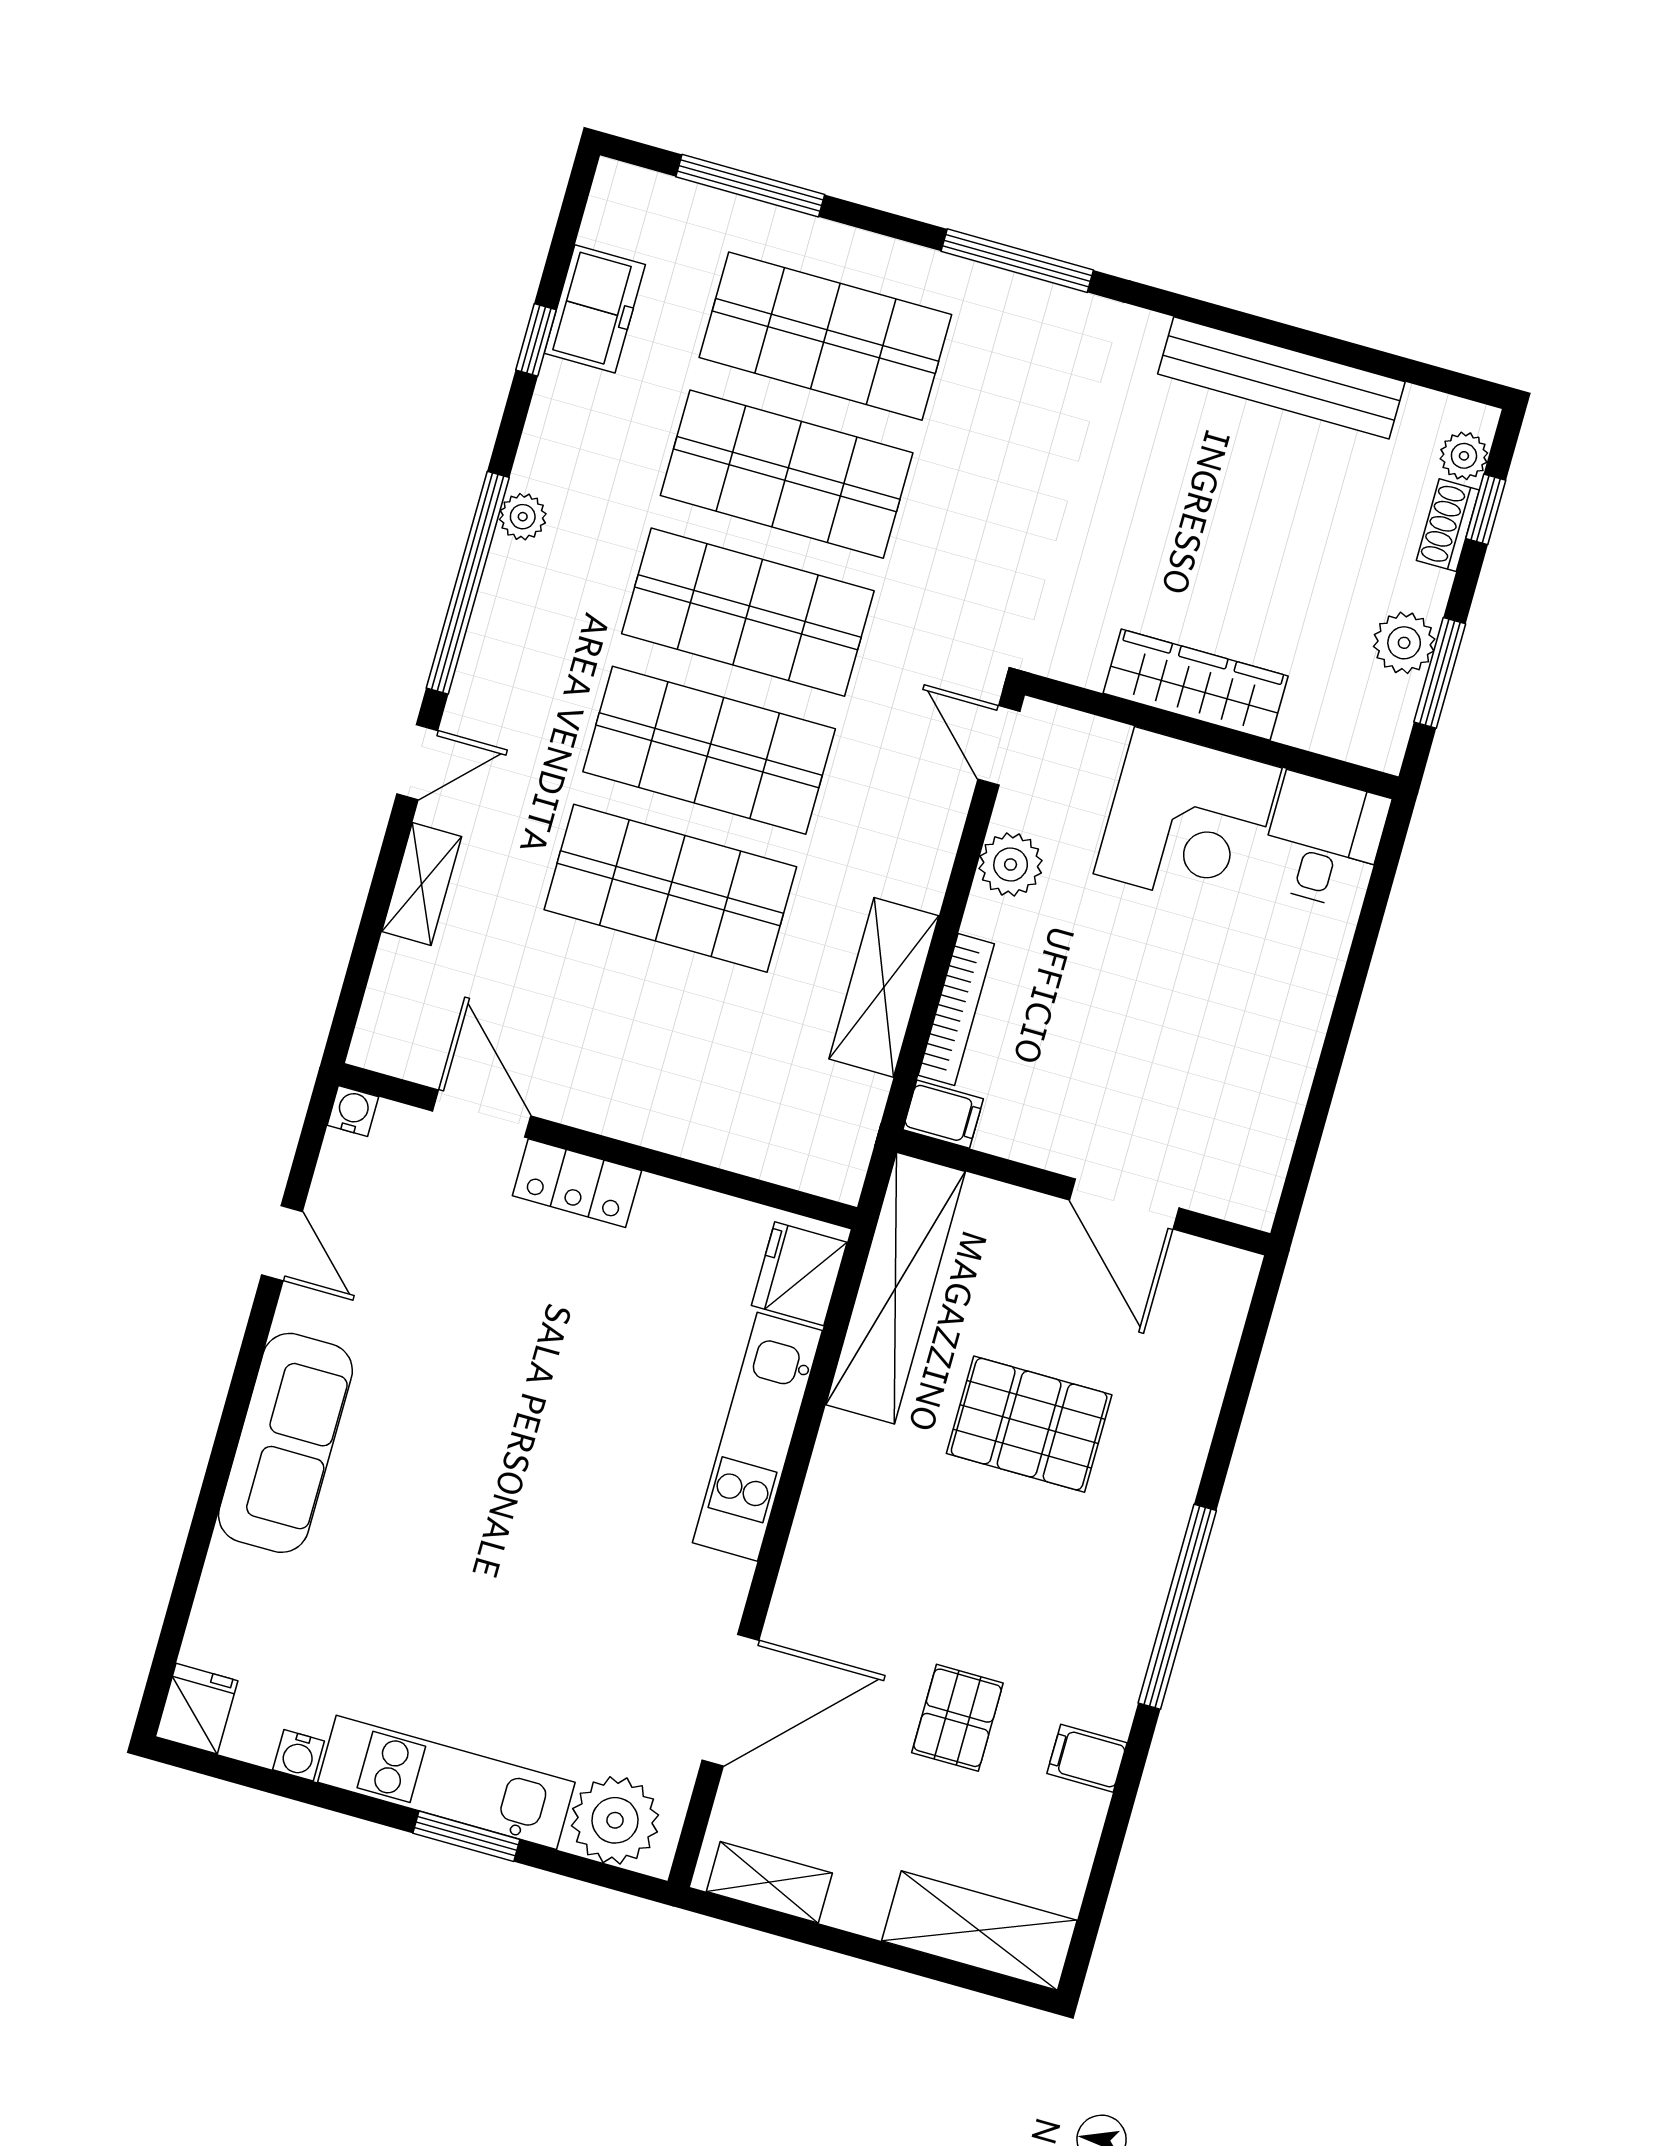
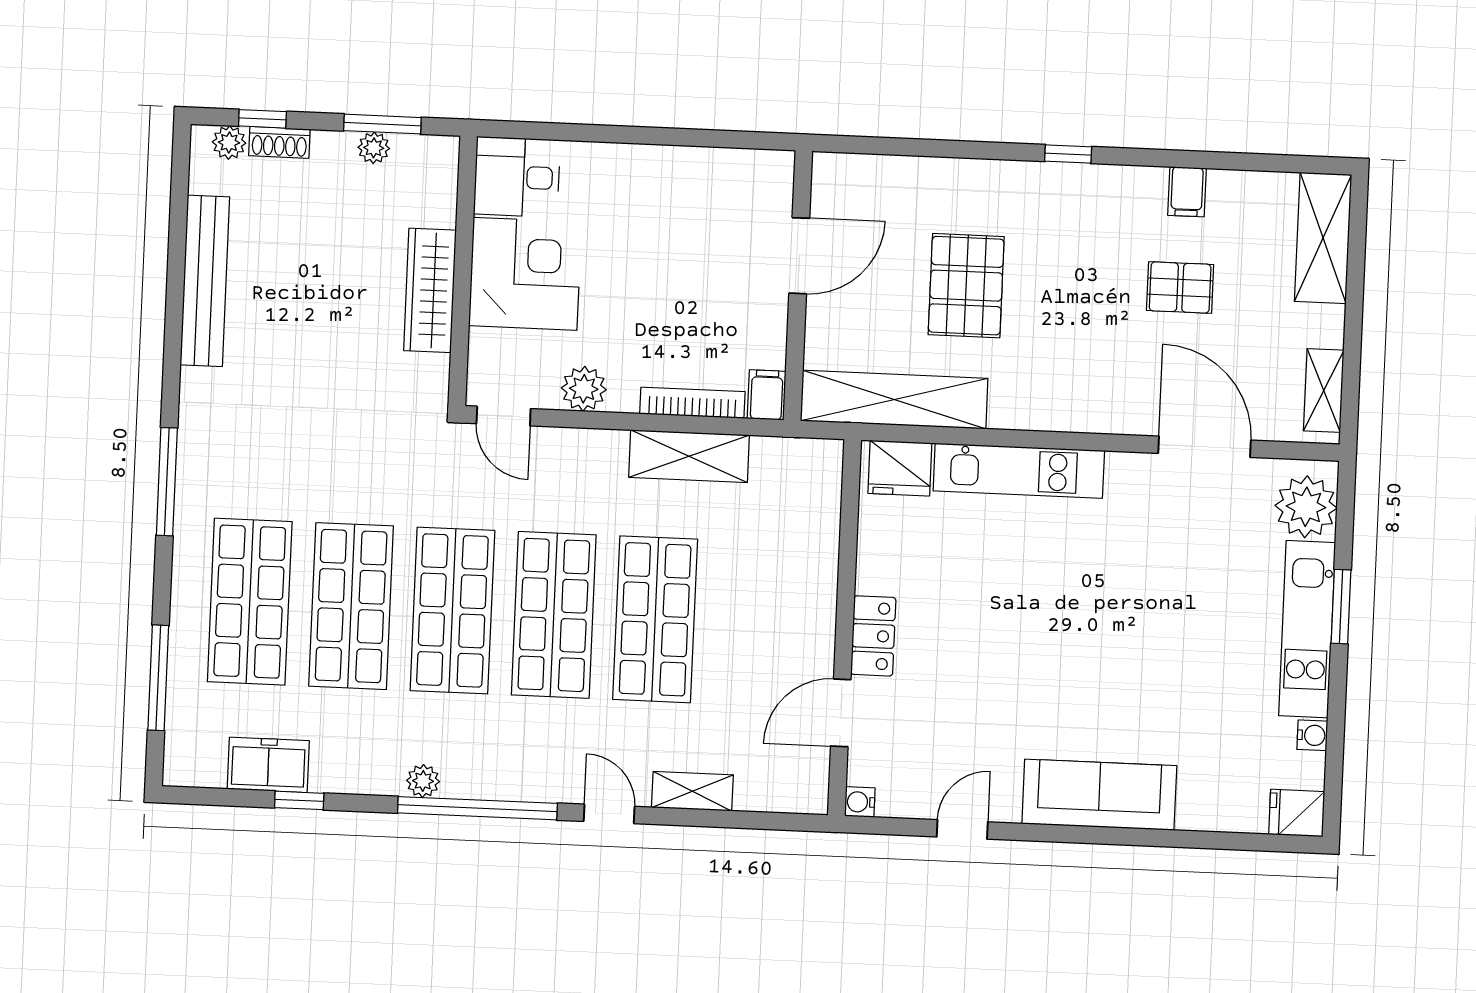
plant: (1404, 643) -> (374, 148), width x0.73, depth x0.73
door: (999, 745) -> (504, 416), hinge flipped
window: (1177, 1607) -> (1068, 154), width x0.32

